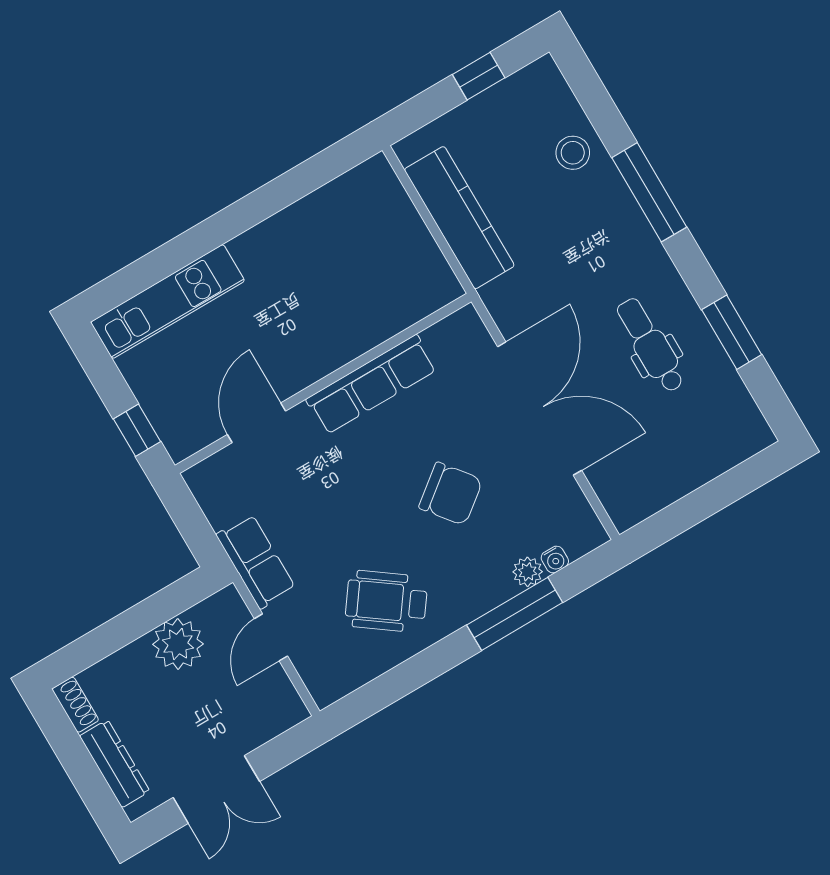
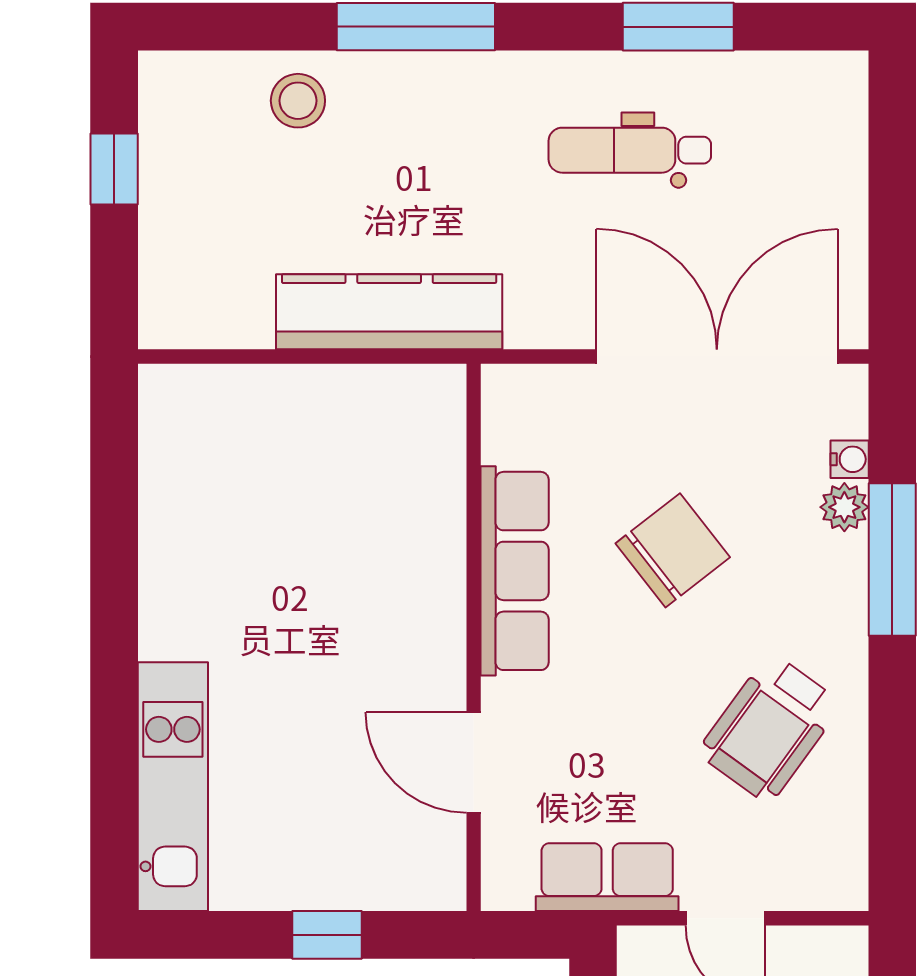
kitchen counter: (459, 218) -> (389, 312), moved
wall: (323, 383) -> (474, 637), moved
row of seats: (371, 384) -> (515, 571), moved
double door: (540, 408) -> (717, 357), moved
door: (256, 423) -> (474, 762), moved

